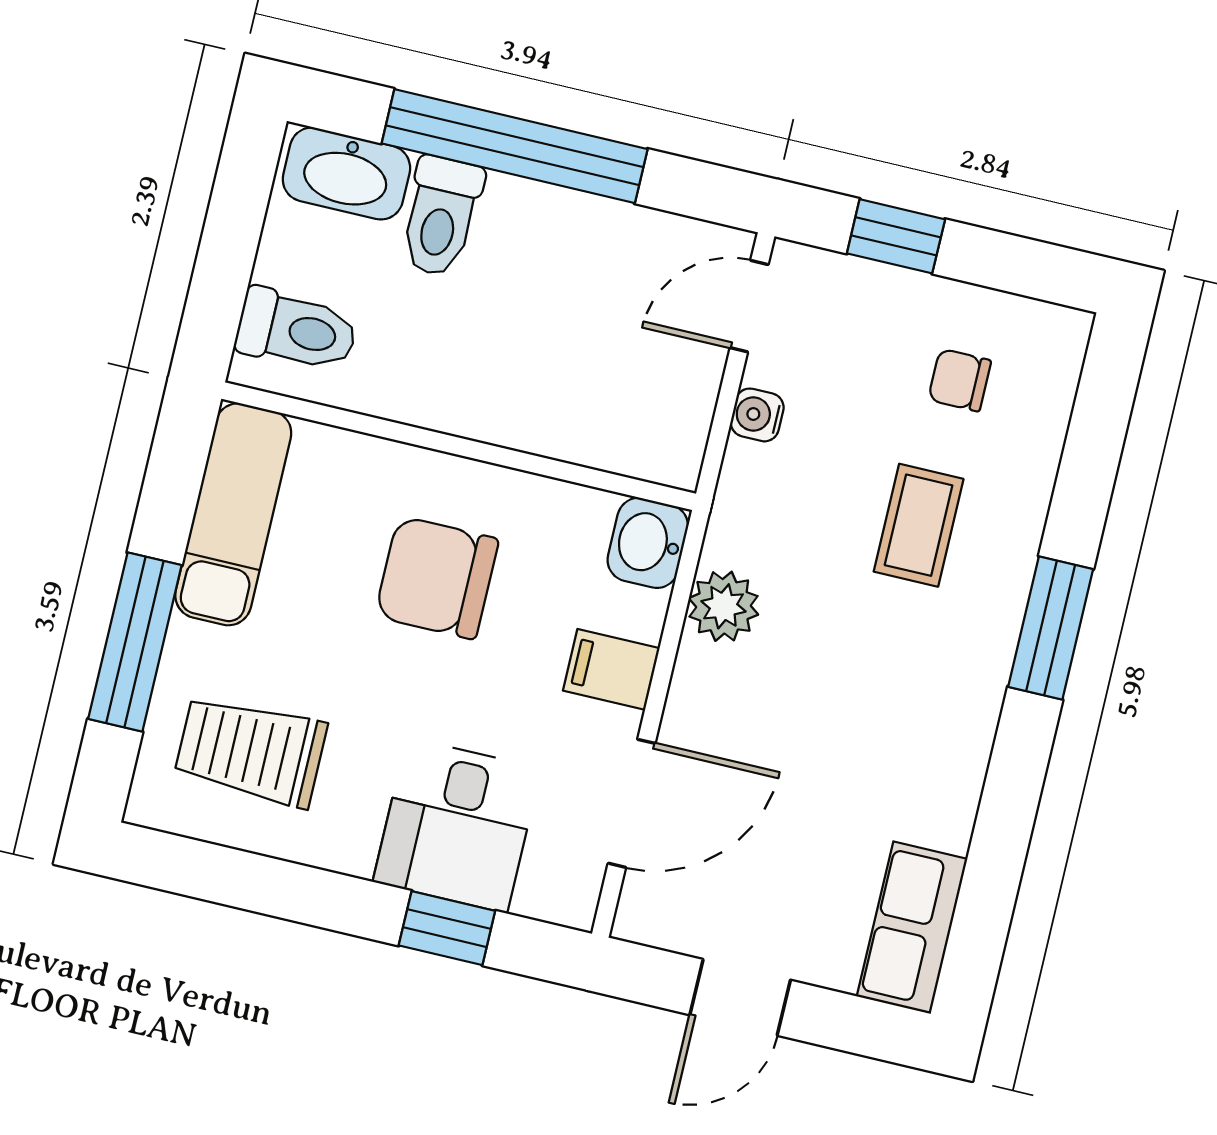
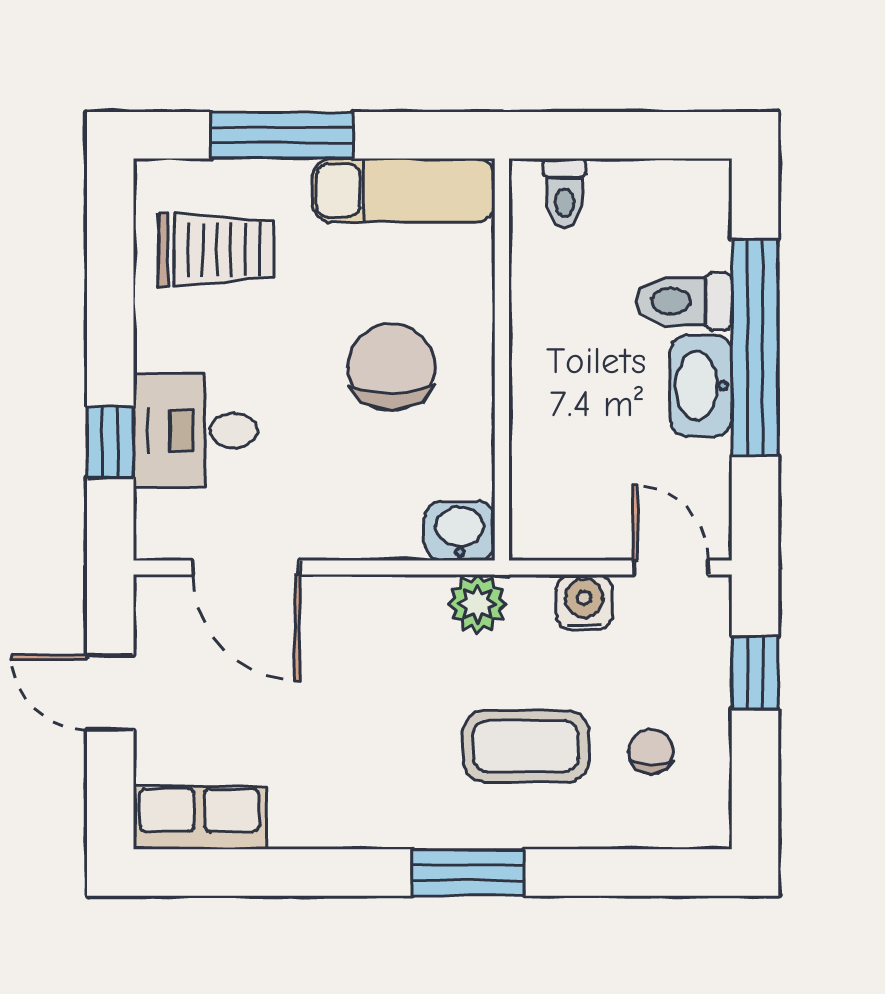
washbasin: (346, 174) -> (701, 386), moved
toilet: (297, 330) -> (565, 193), width x0.73, depth x0.72
water cooler: (757, 415) -> (584, 602), width x1.38, depth x1.38
coffee table: (919, 525) -> (526, 746), width x1.36, depth x1.30
plant: (724, 606) -> (477, 604), moved
filing cabinet: (611, 669) -> (351, 525), removed
trolley: (251, 751) -> (216, 250), turned 90

